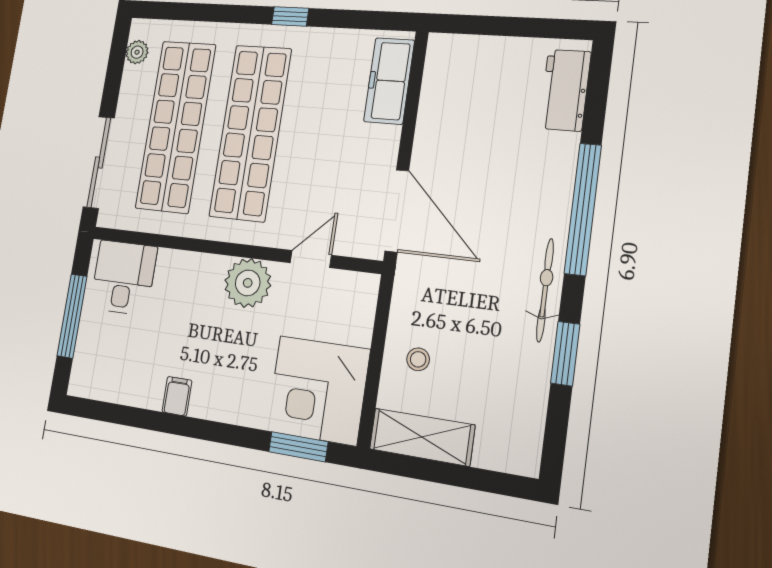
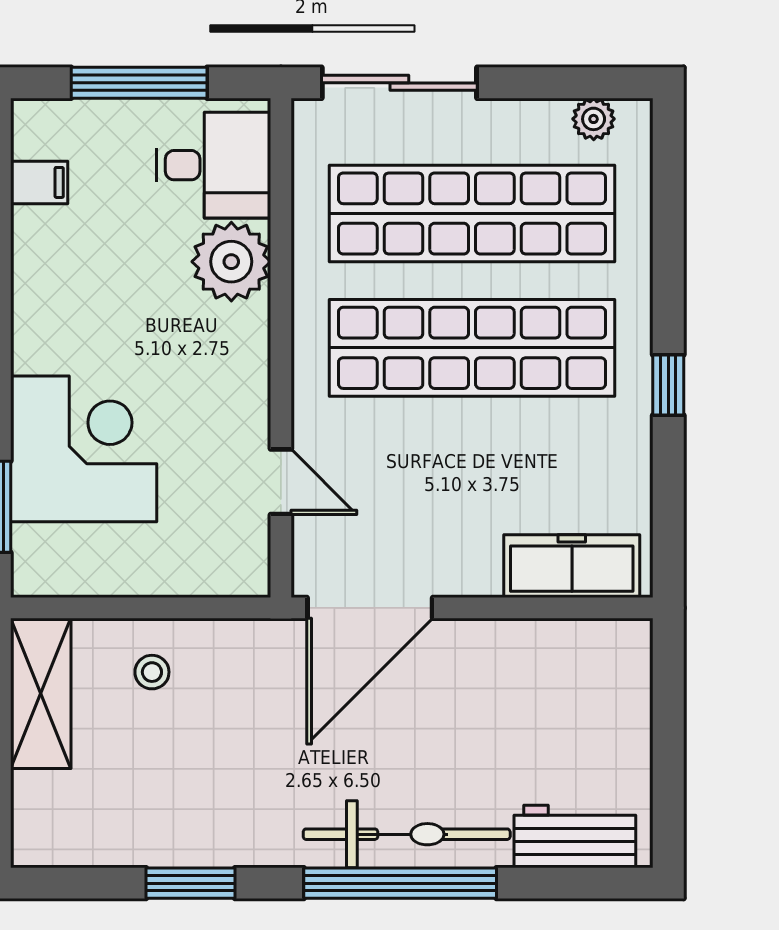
plant: (248, 283) -> (231, 262), moved
bicycle: (545, 290) -> (407, 834), moved, width x1.37, depth x1.40
corner desk: (318, 390) -> (84, 449), moved, turned 90
filing cabinet: (177, 396) -> (39, 182), moved

